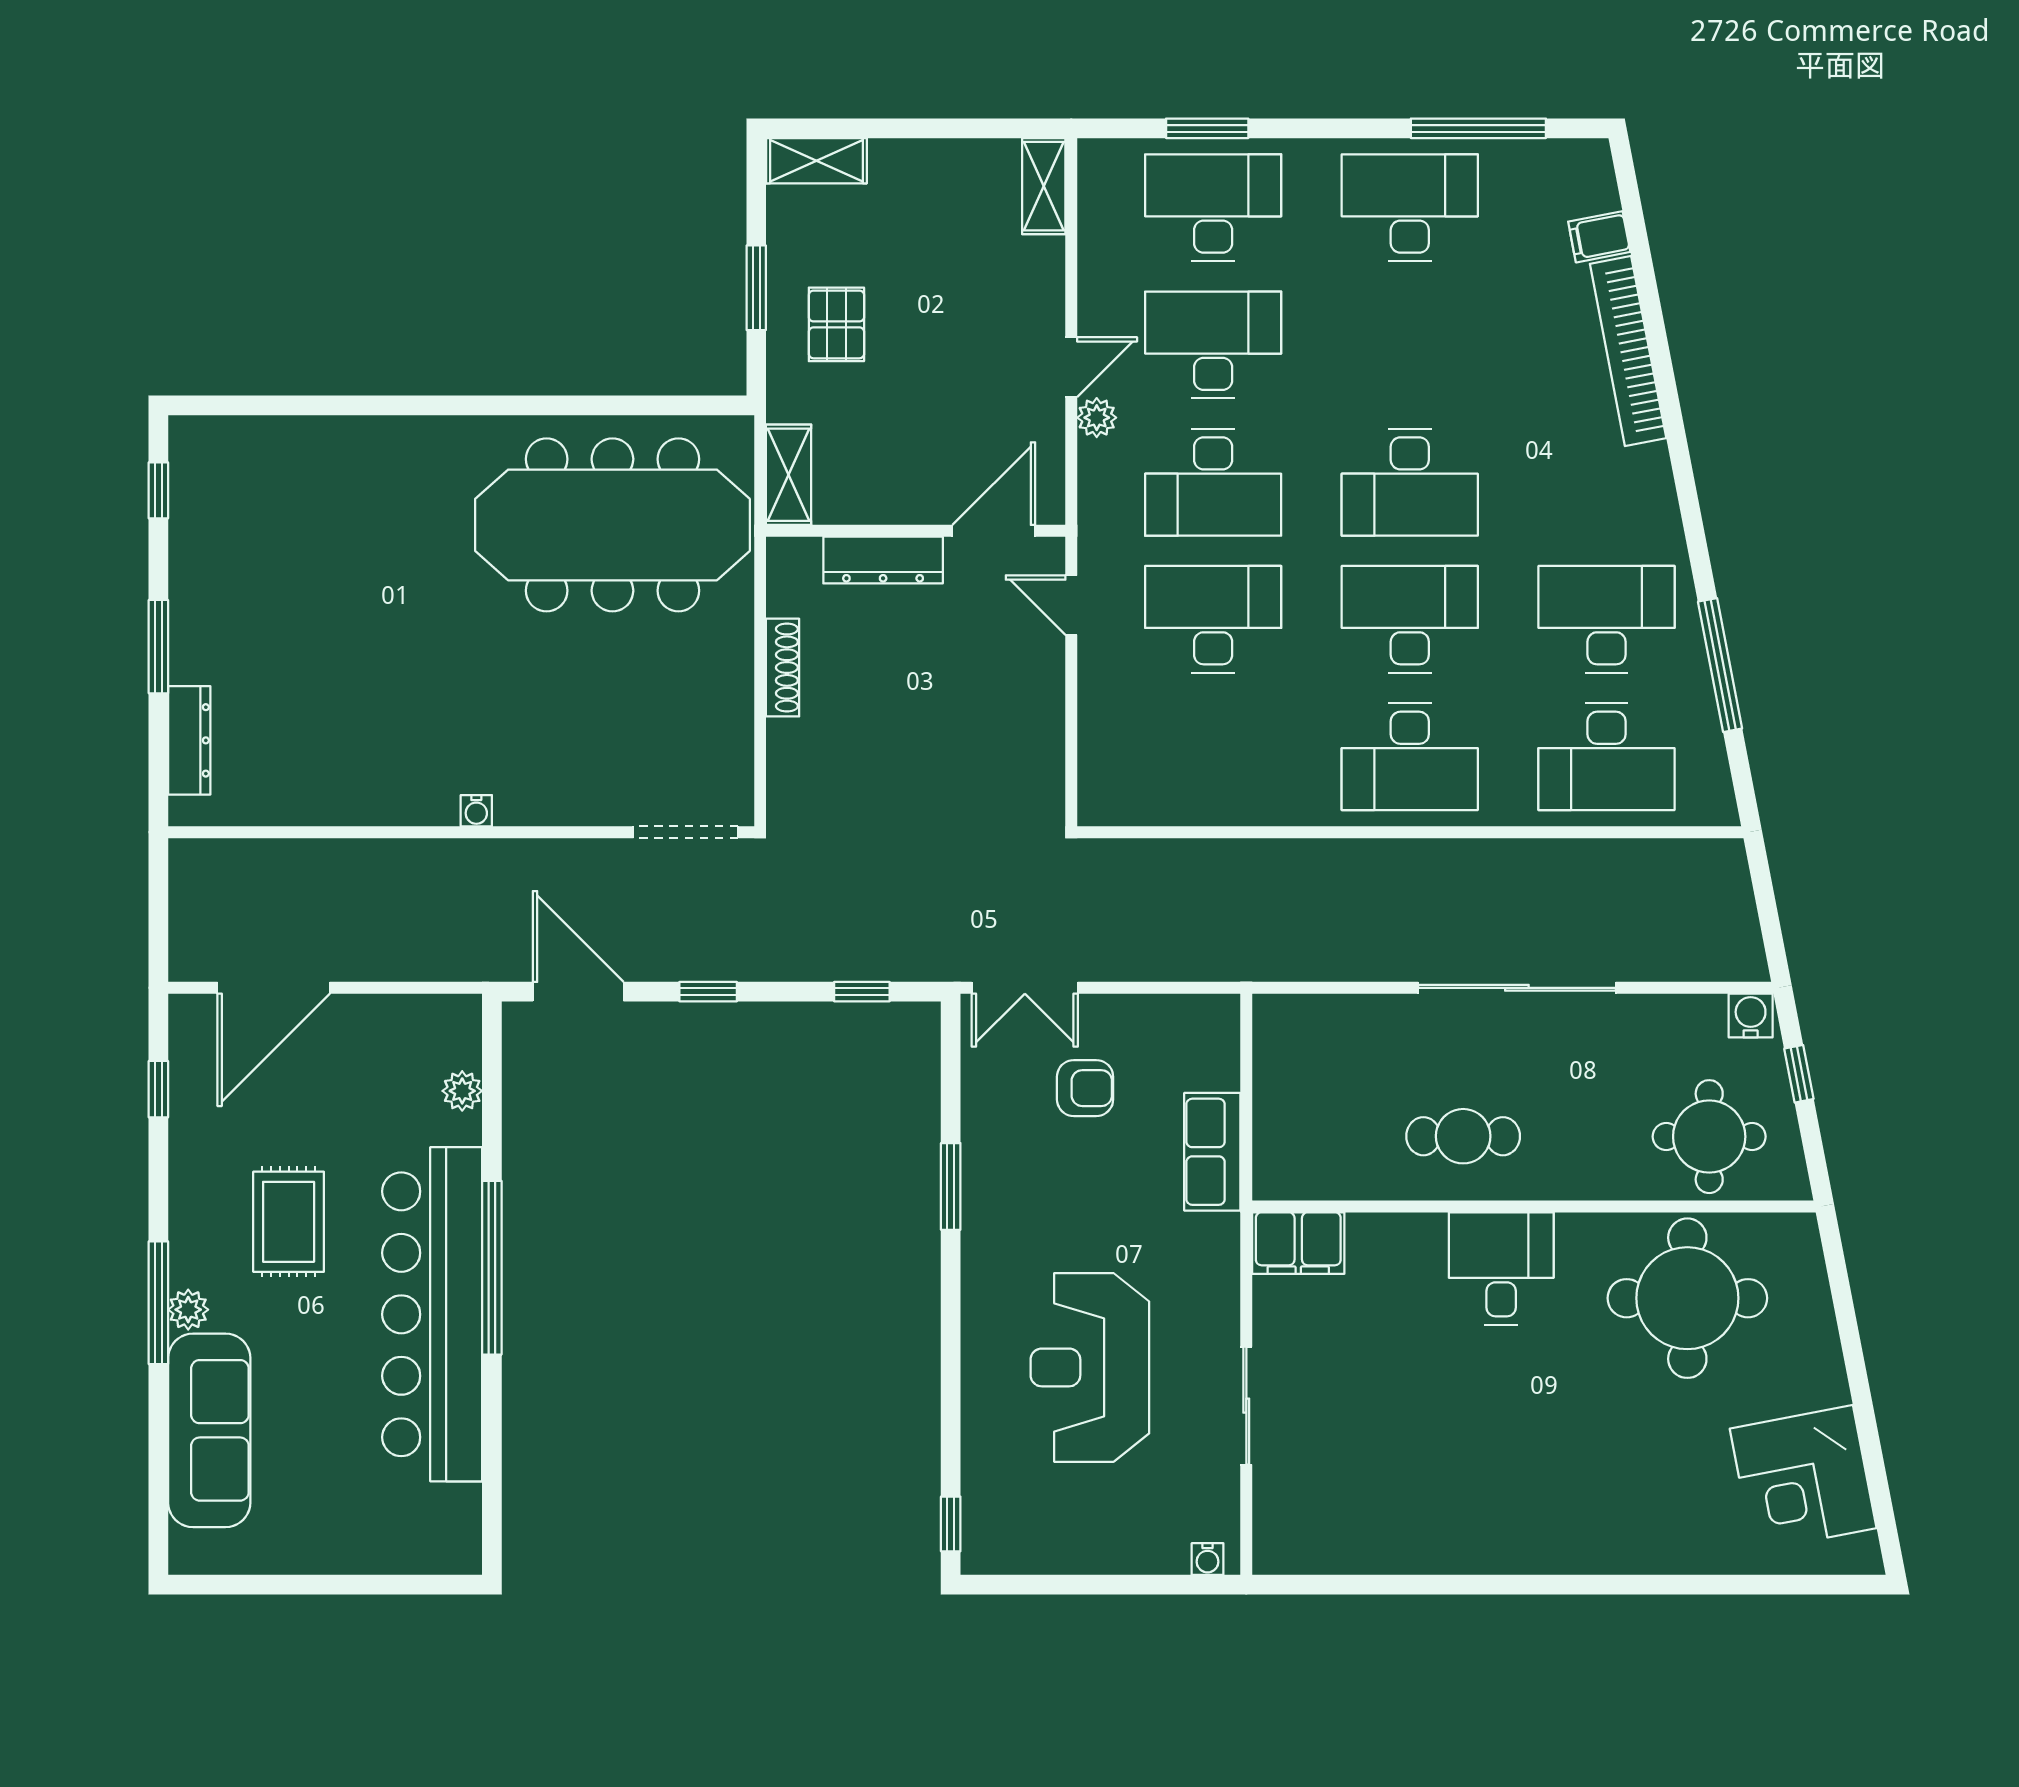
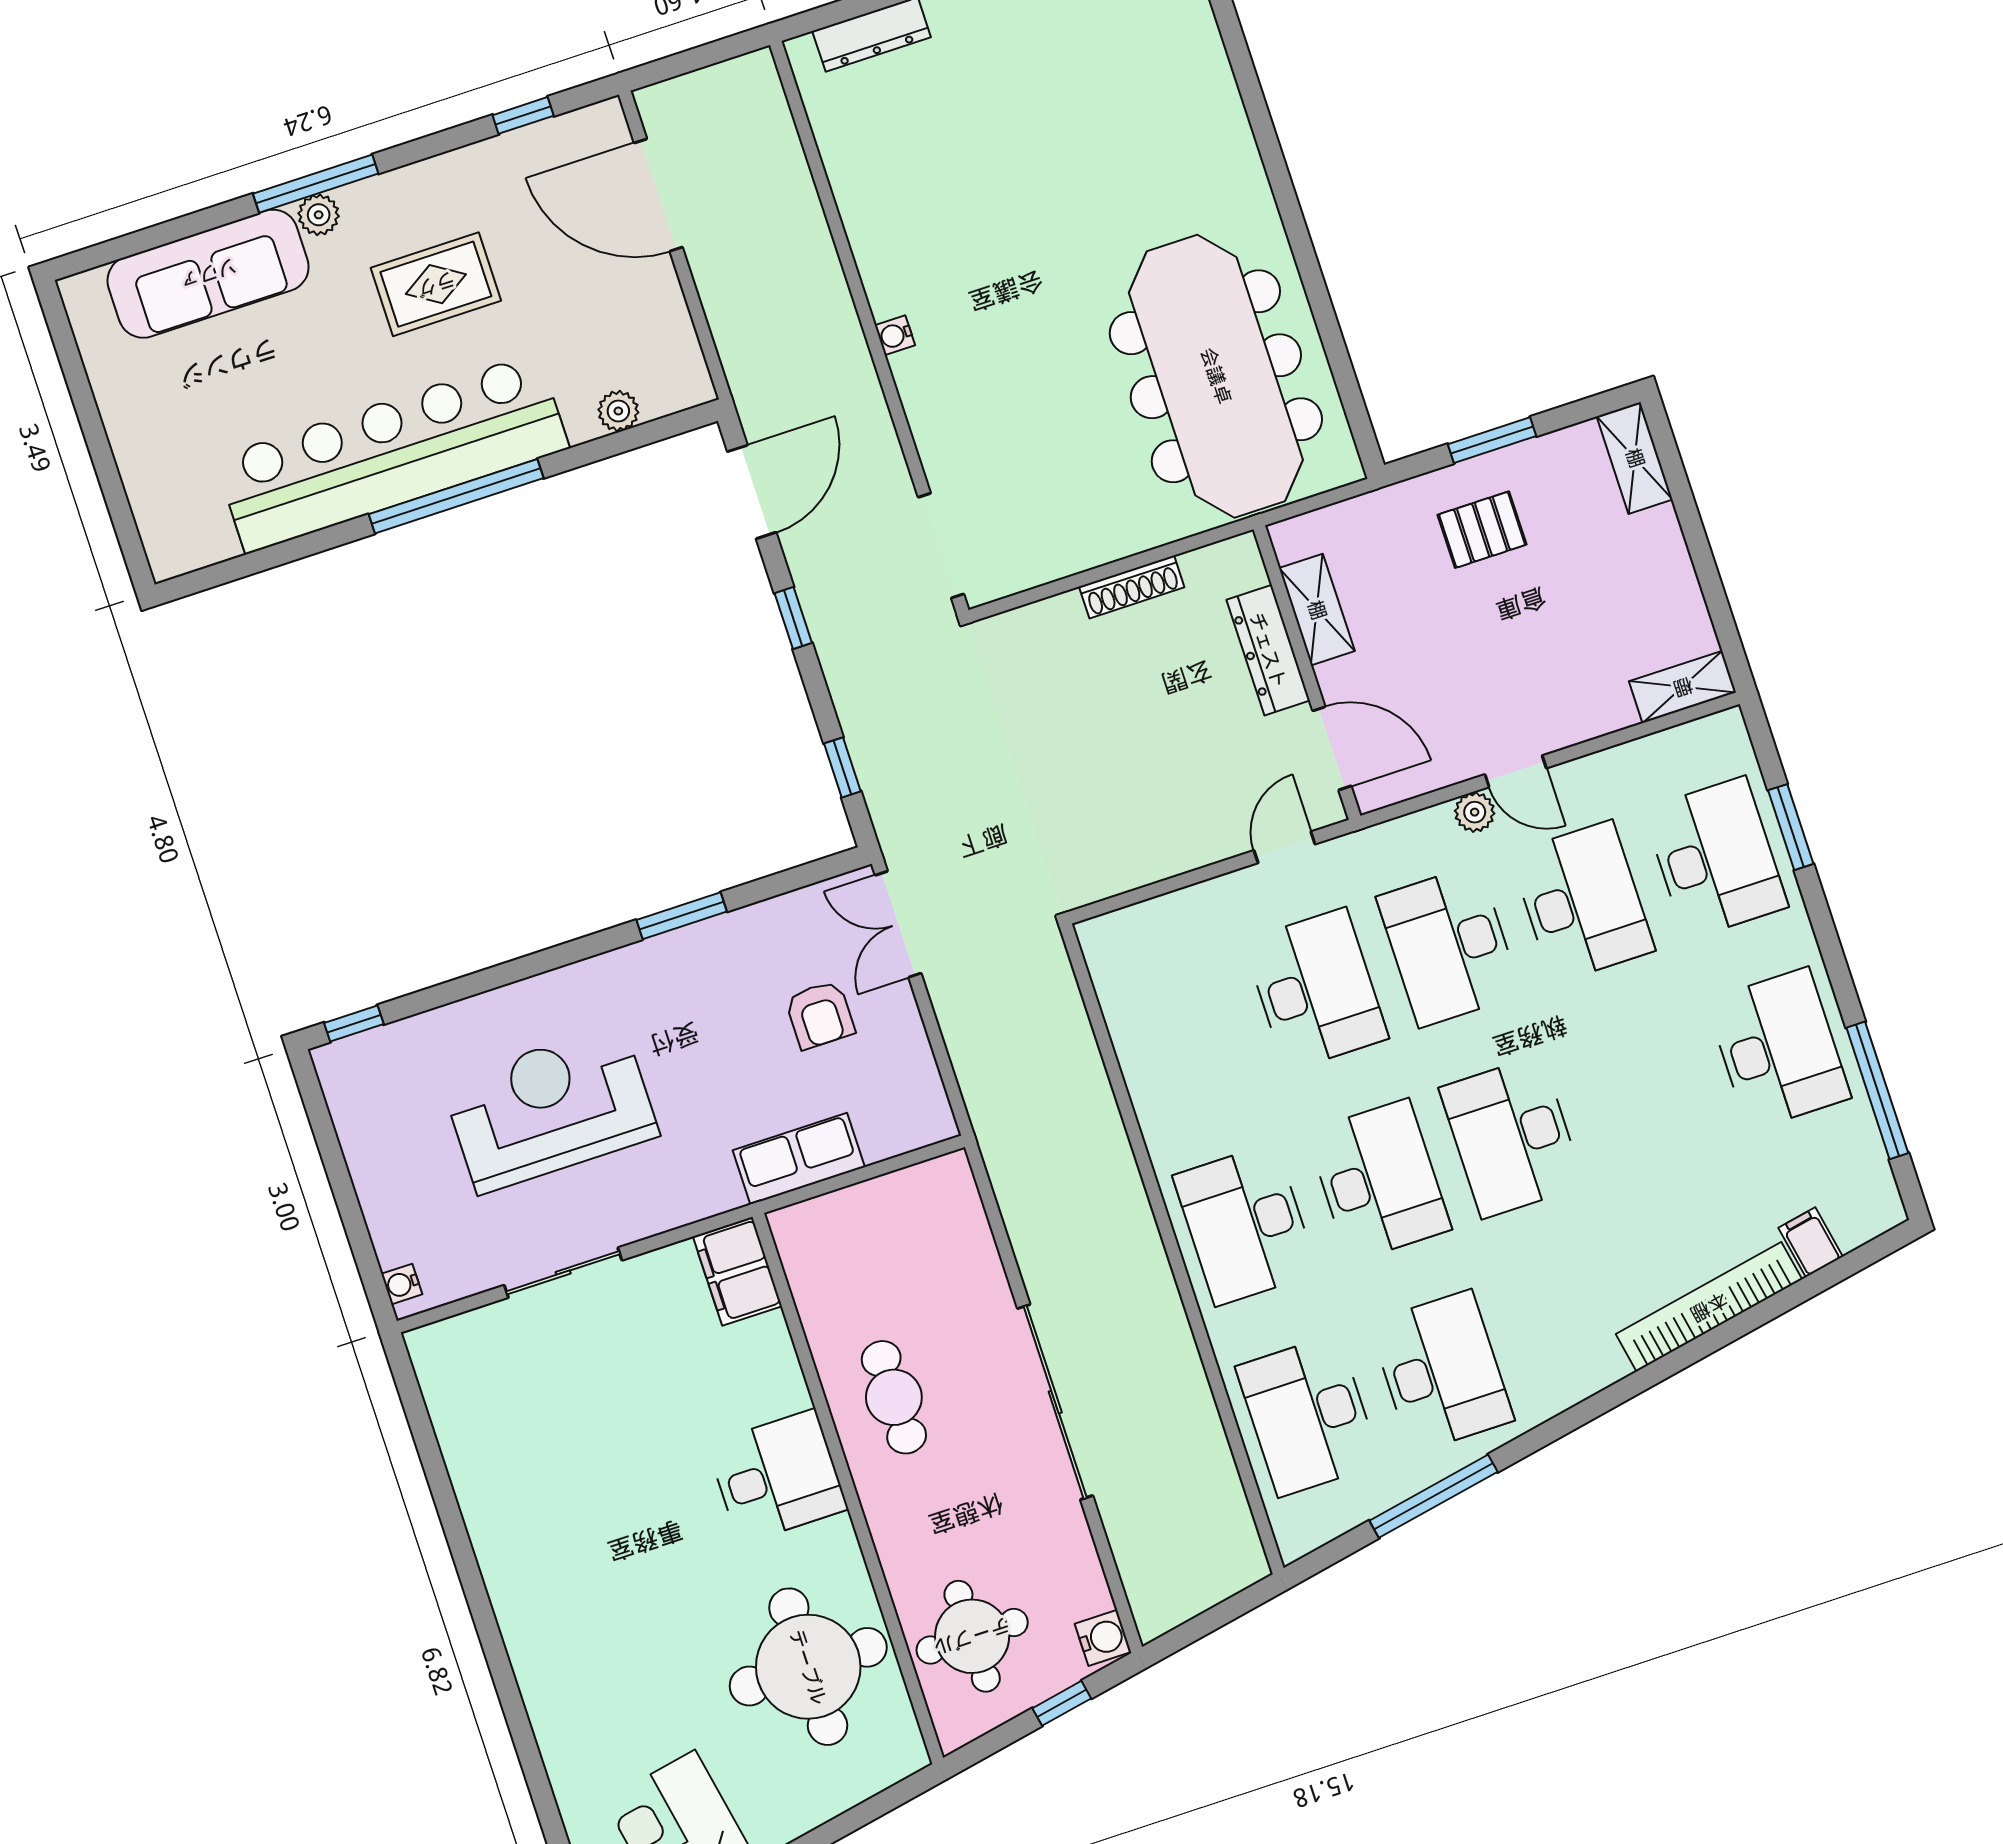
shelving: (789, 475) -> (1317, 610), moved, turned 90

